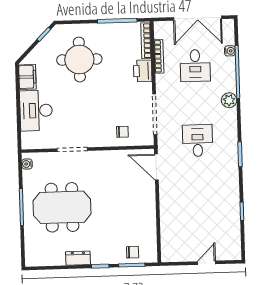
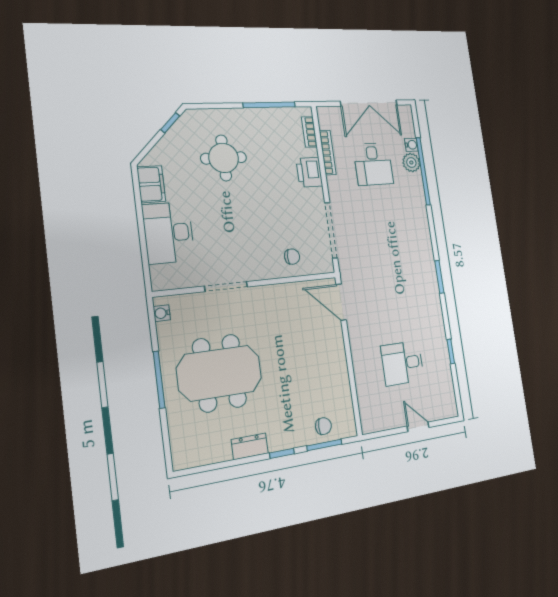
bookcase: (146, 41) -> (309, 132), width x0.64
round table: (79, 59) -> (224, 158), width x0.73, depth x0.73
plant: (229, 100) -> (411, 163), moved
desk: (198, 141) -> (402, 363), moved, turned -90
door: (207, 263) -> (418, 427), hinge flipped

